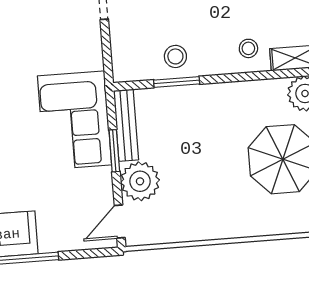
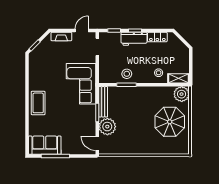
corner sofa: (75, 120) -> (81, 84), moved
door: (120, 221) -> (97, 143), hinge flipped

